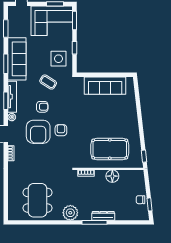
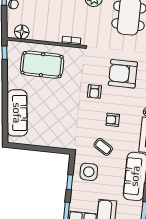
sofa: (105, 86) -> (17, 113), moved, turned 84
armchair: (38, 132) -> (123, 74), moved, turned -90
floor lamp: (112, 176) -> (22, 32), moved

